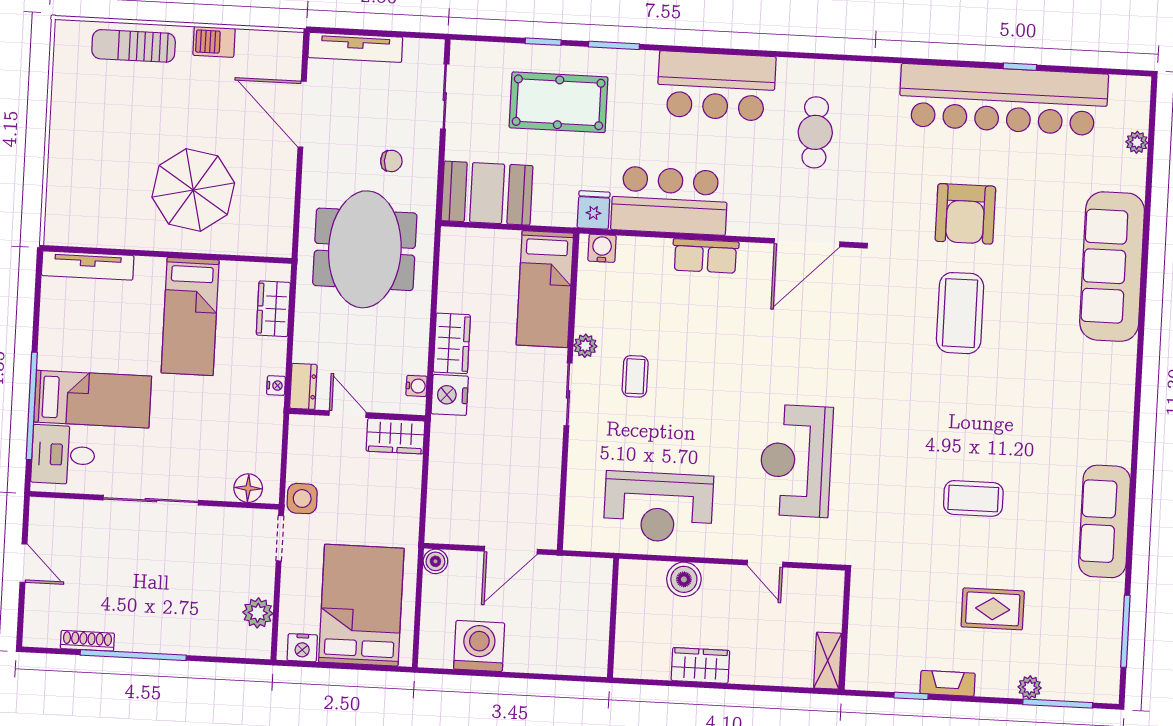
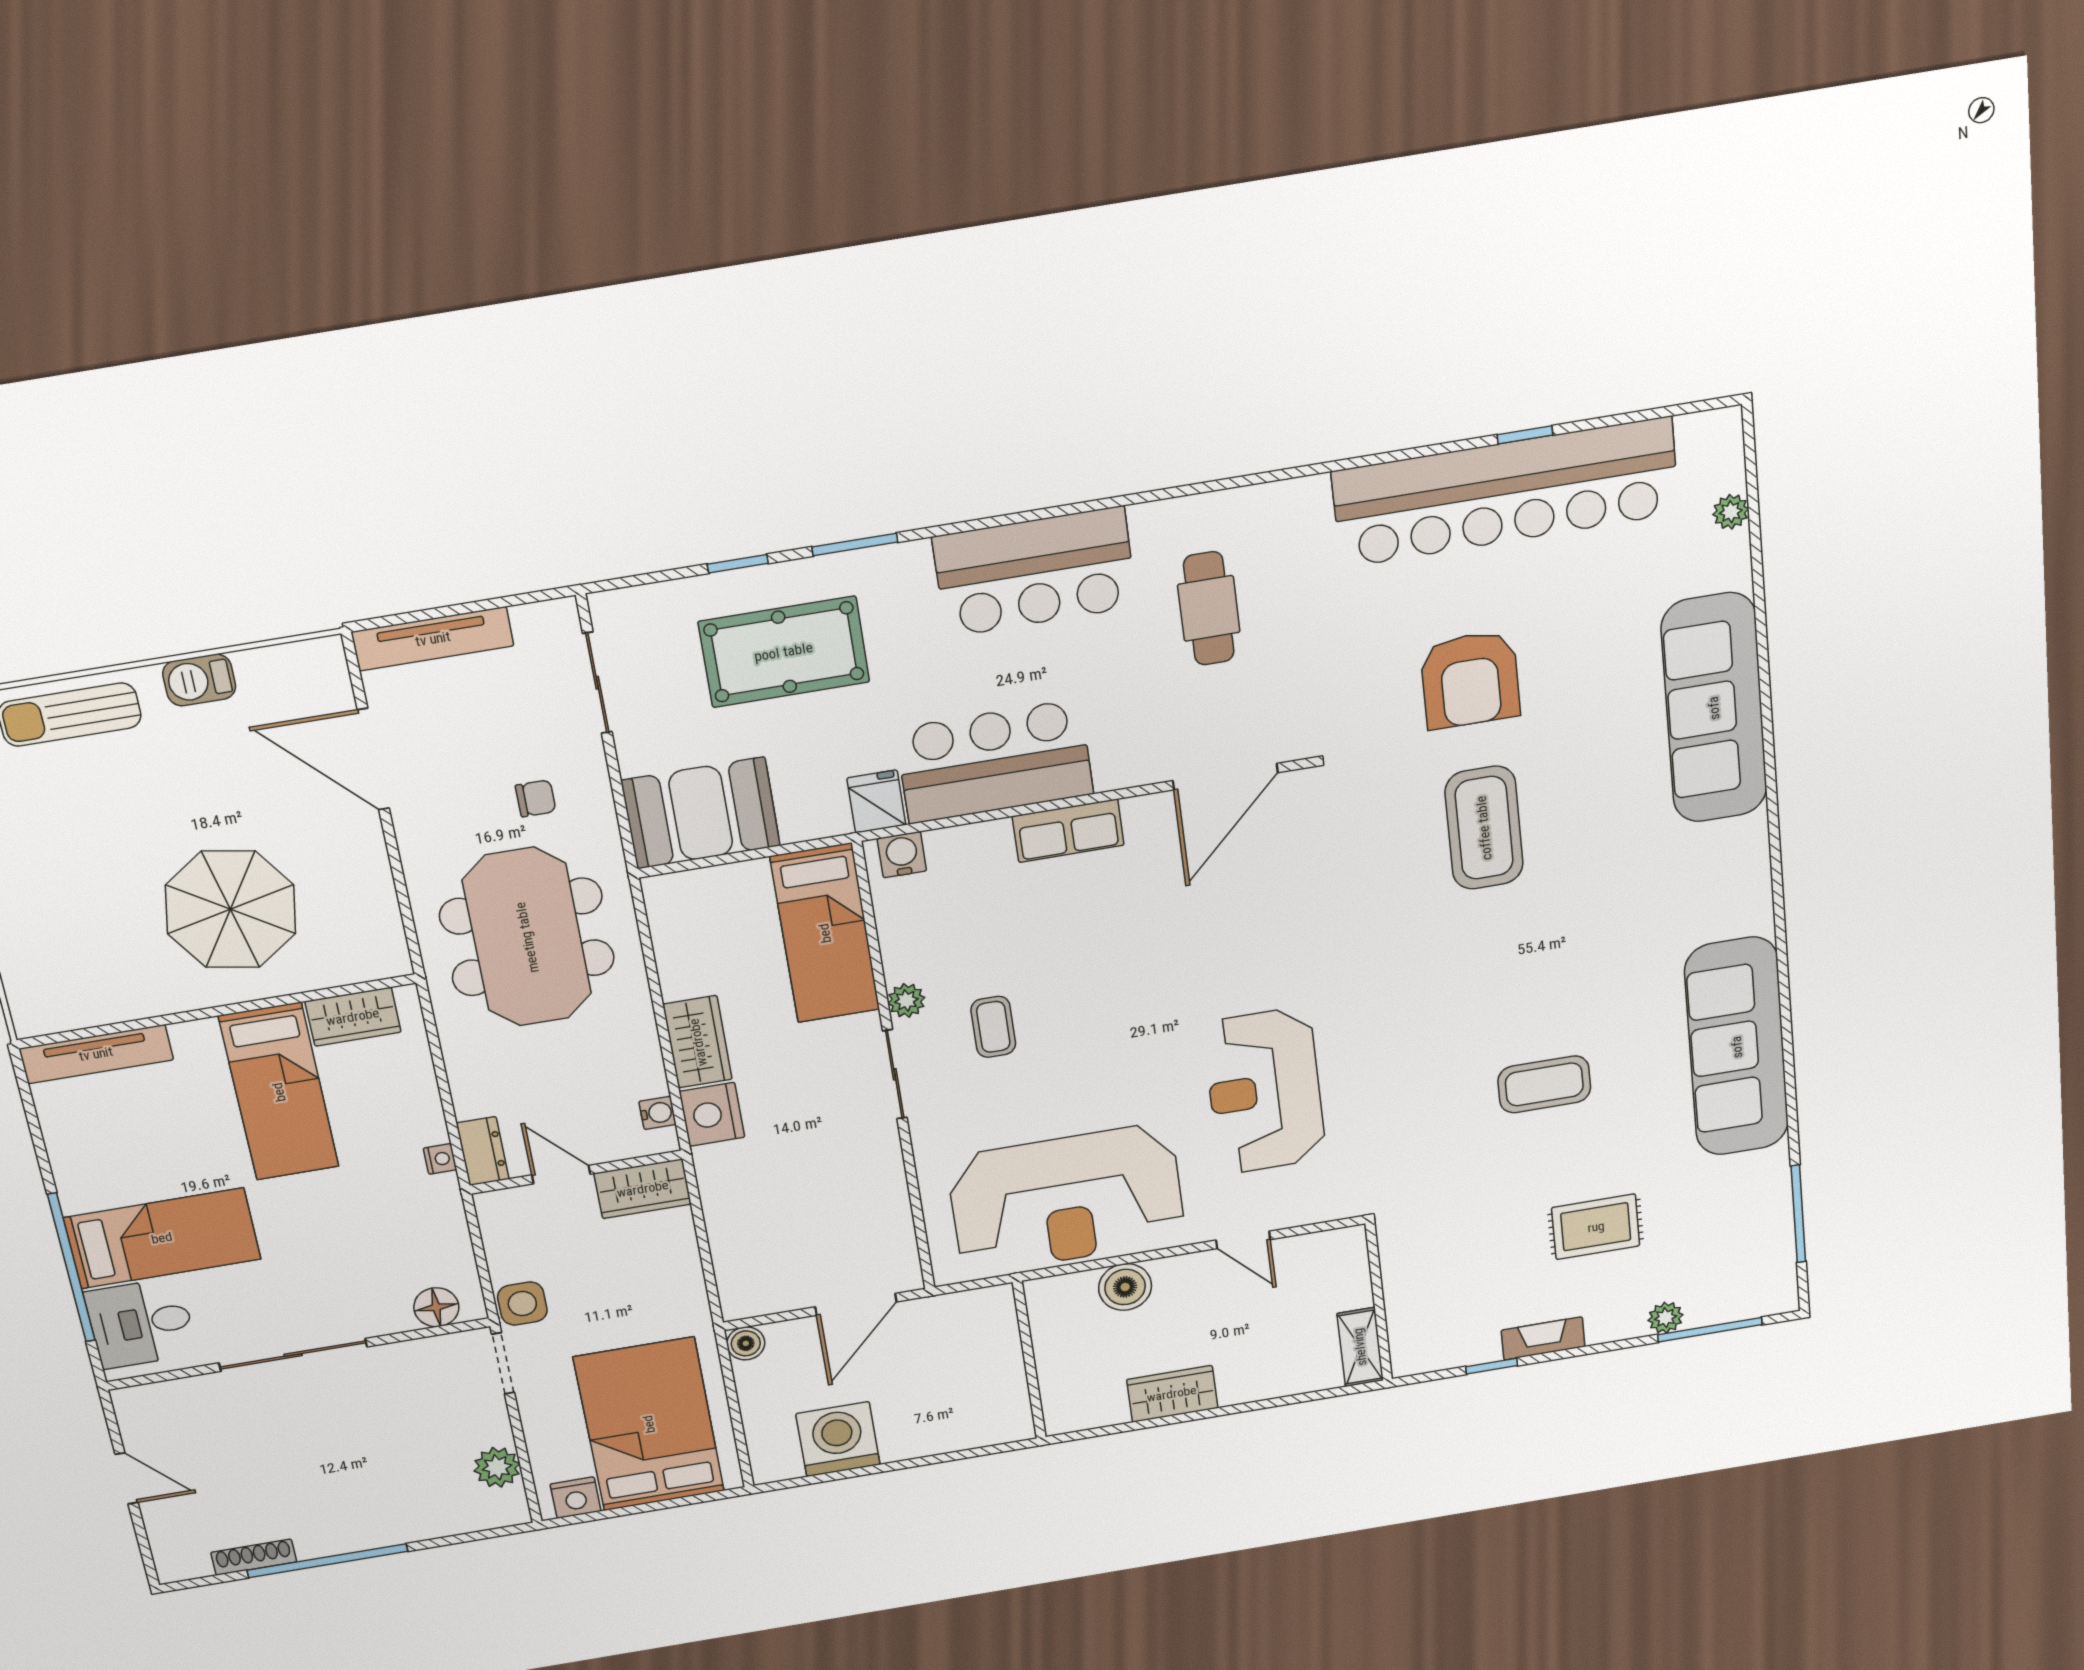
wardrobe: (273, 309) -> (353, 1017), moved, turned -90
reception desk: (658, 507) -> (1067, 1199), width x1.36, depth x1.30
sofa: (1105, 521) -> (1737, 1047), width x1.36, depth x1.27

